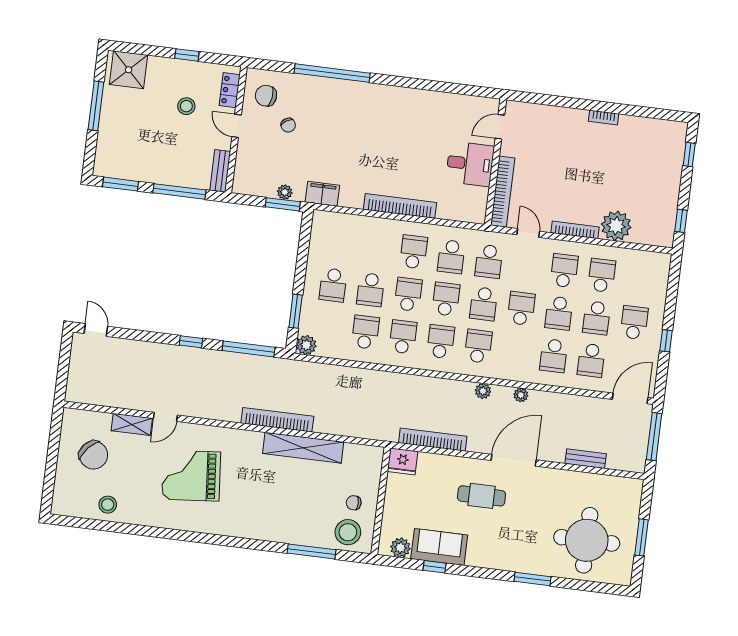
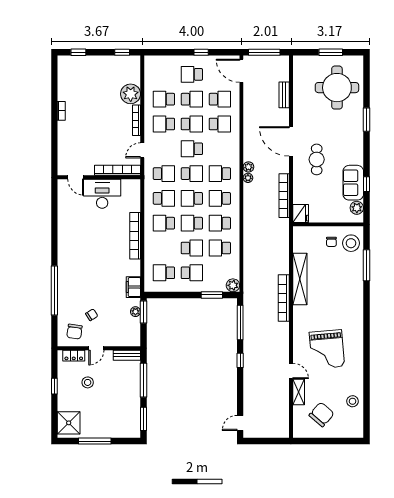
desk: (470, 164) -> (102, 194), width x1.37
school desk: (338, 243) -> (164, 273), added
plant: (521, 395) -> (248, 178), moved

